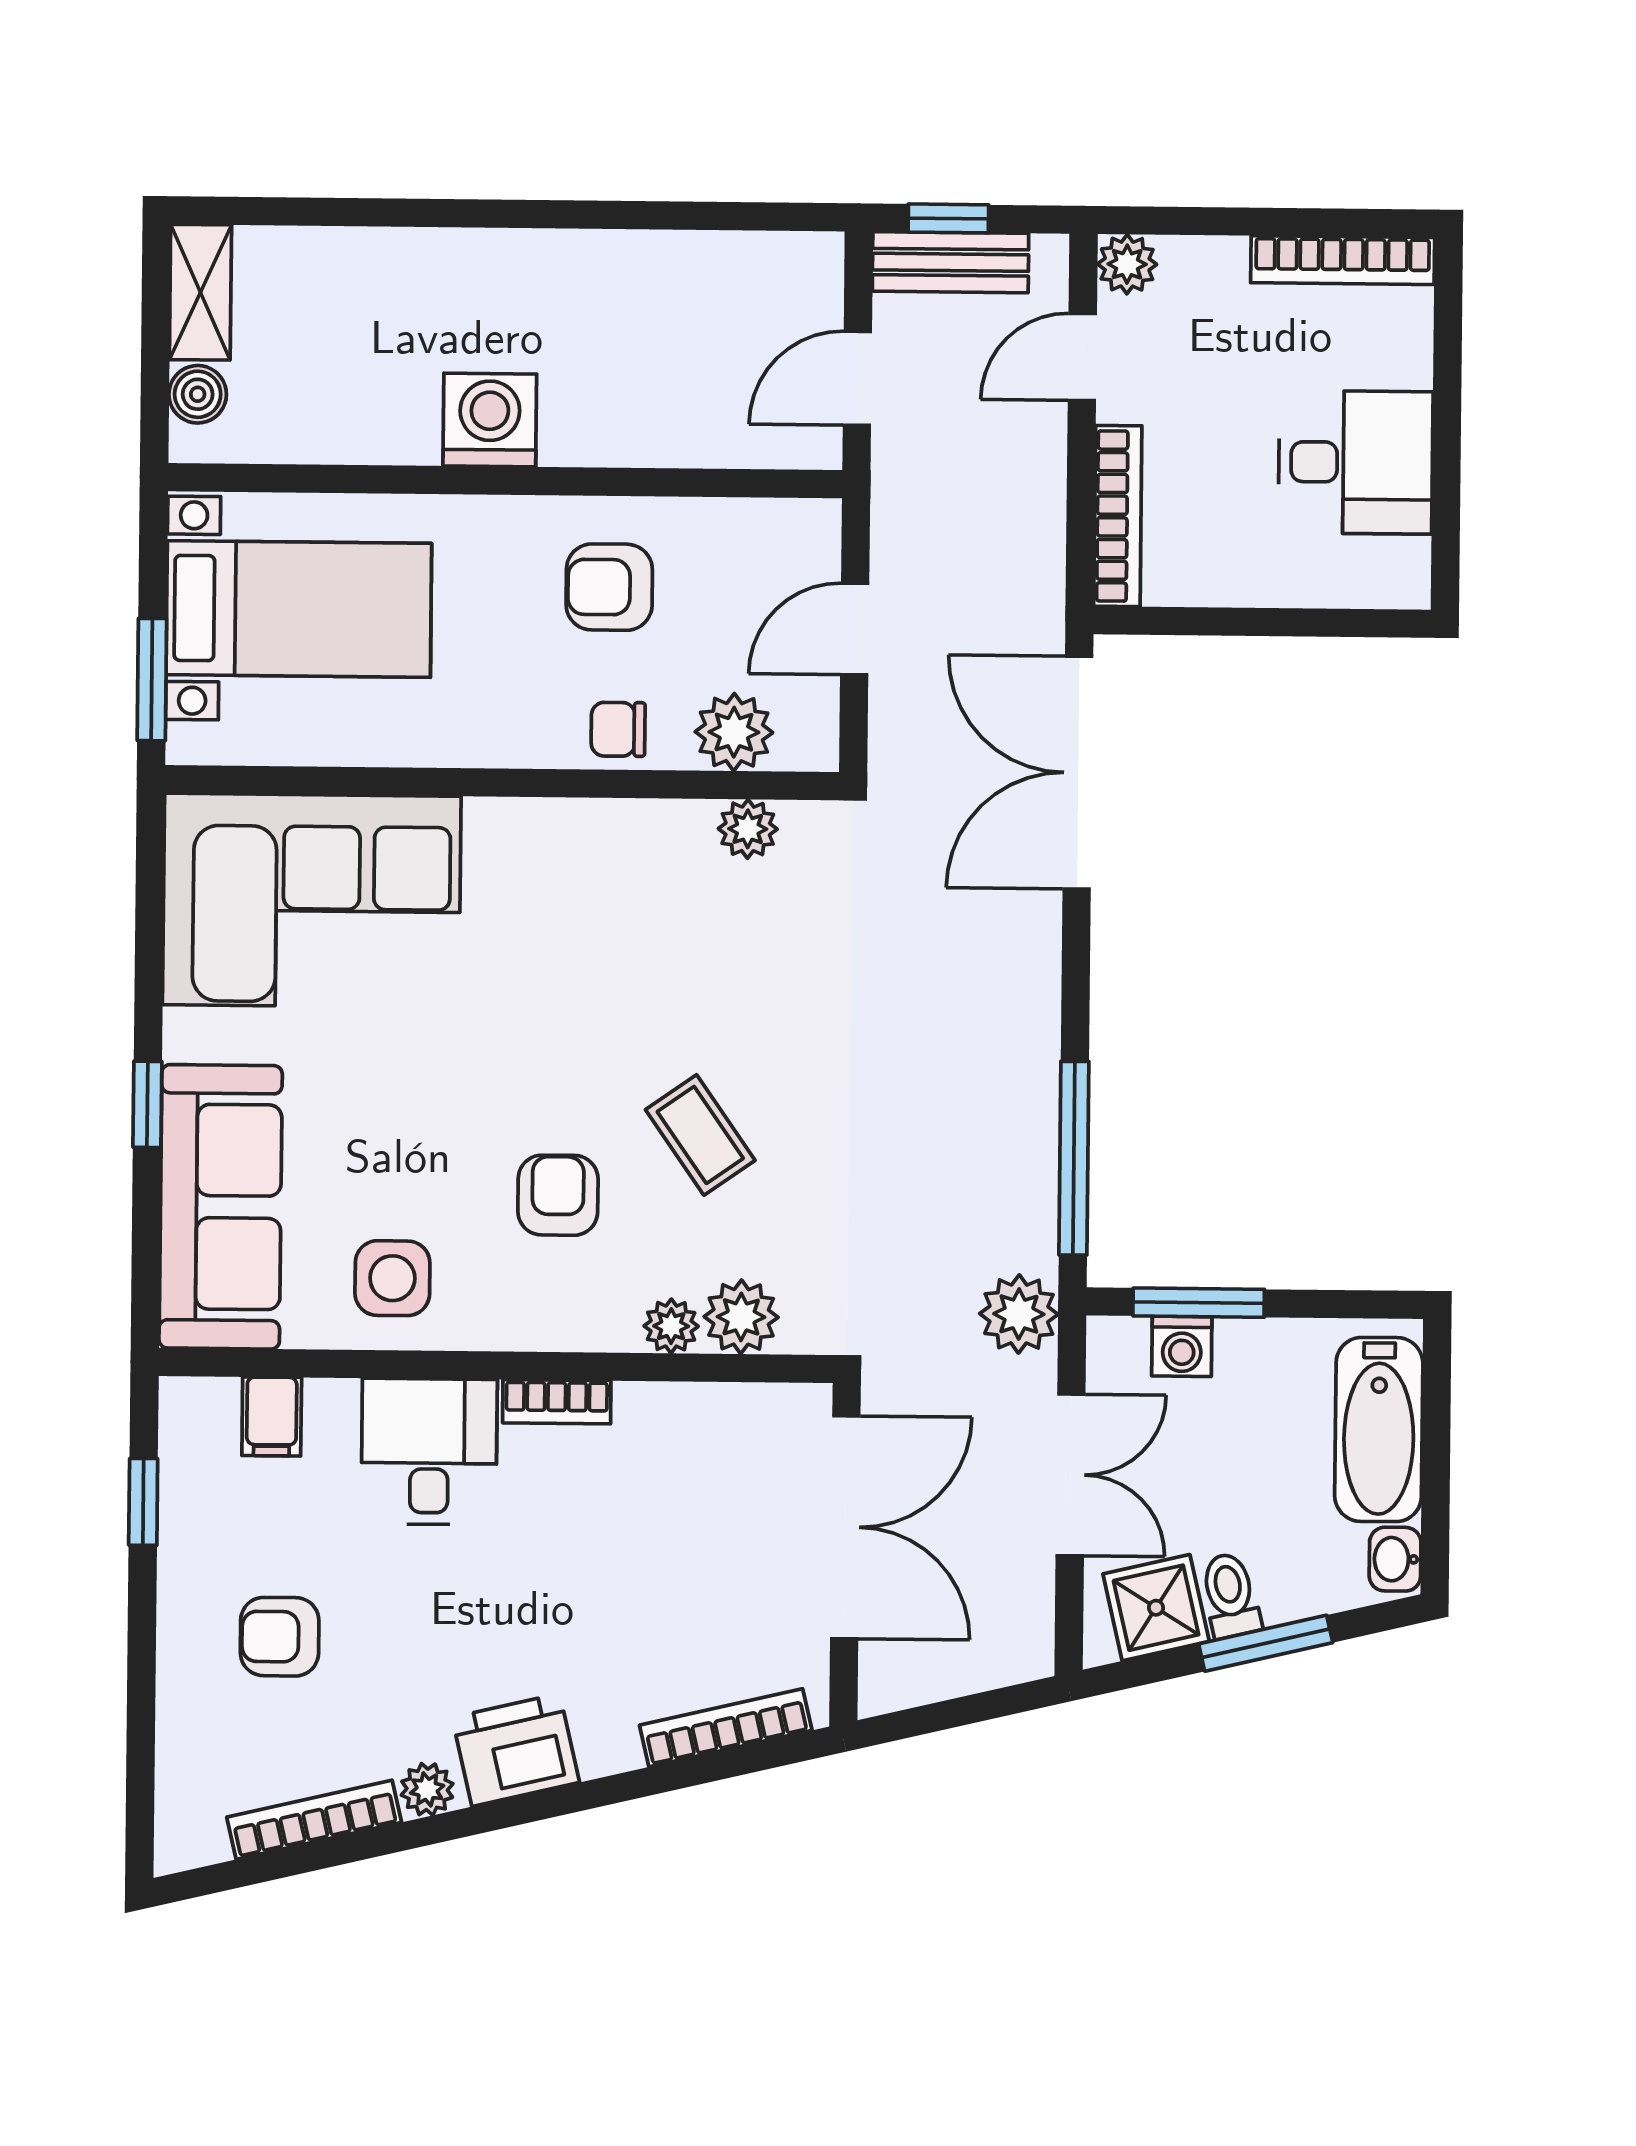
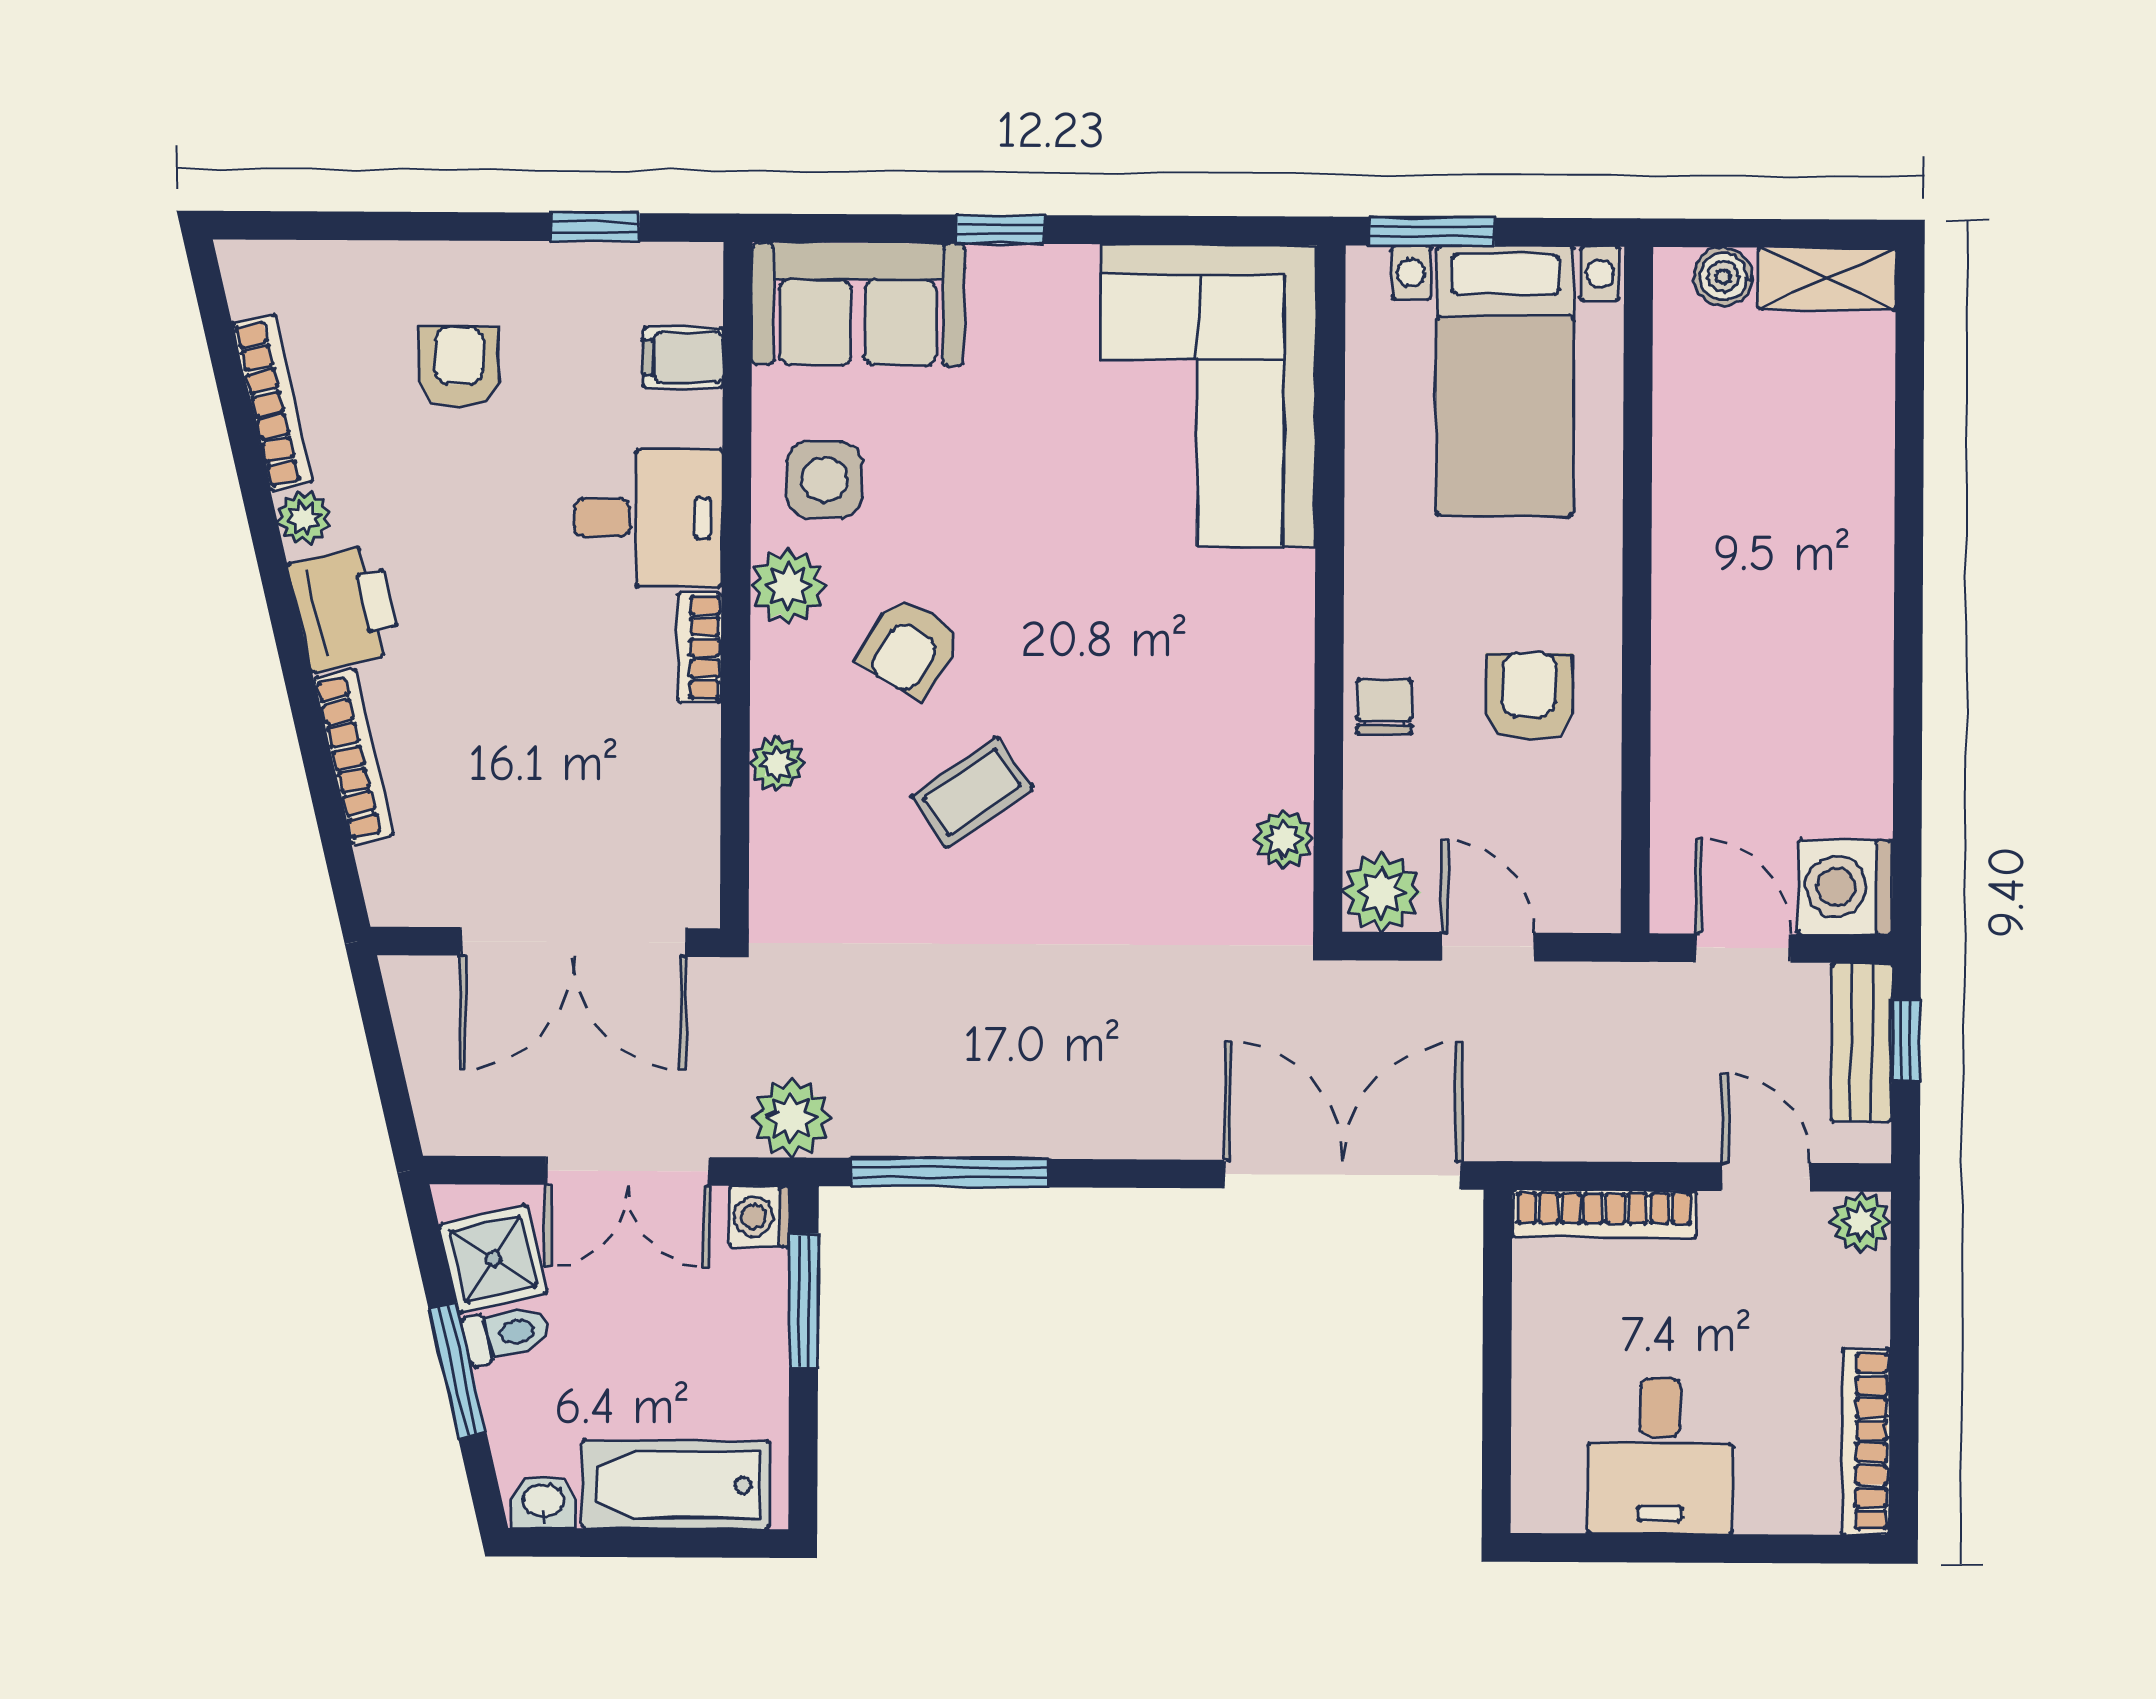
washing machine: (490, 420) -> (1845, 887), moved, turned 180
plant: (734, 732) -> (1382, 892), moved
armchair: (558, 1195) -> (910, 648), turned 122
sofa: (221, 1207) -> (858, 304), width x0.73
plant: (741, 1317) -> (788, 586), moved
washing machine: (1182, 1346) -> (760, 1216), moved
bookcase: (726, 1728) -> (354, 757), moved

